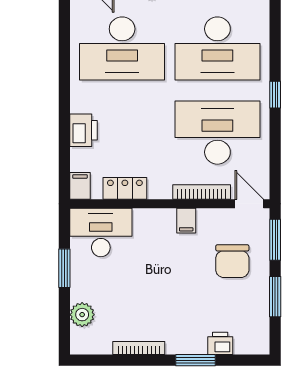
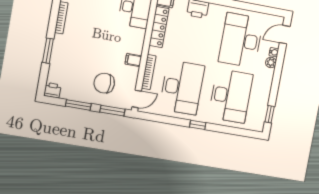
desk: (217, 48) -> (231, 96), turned 180
locker: (125, 188) -> (159, 27), width x1.53
printer: (220, 343) -> (52, 90), moved, turned -90

